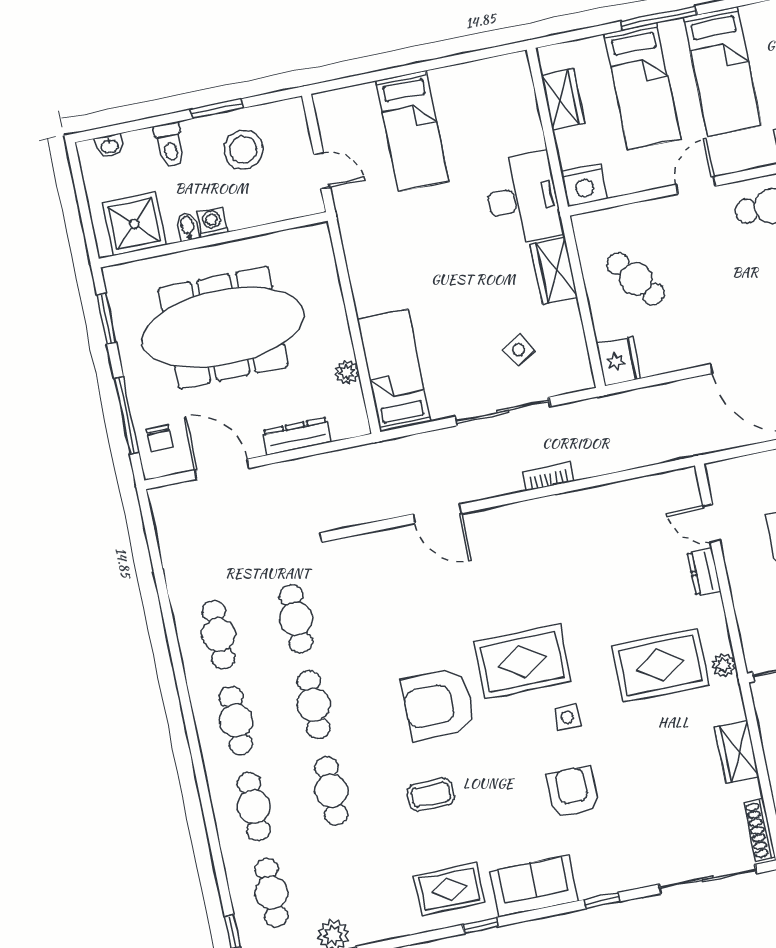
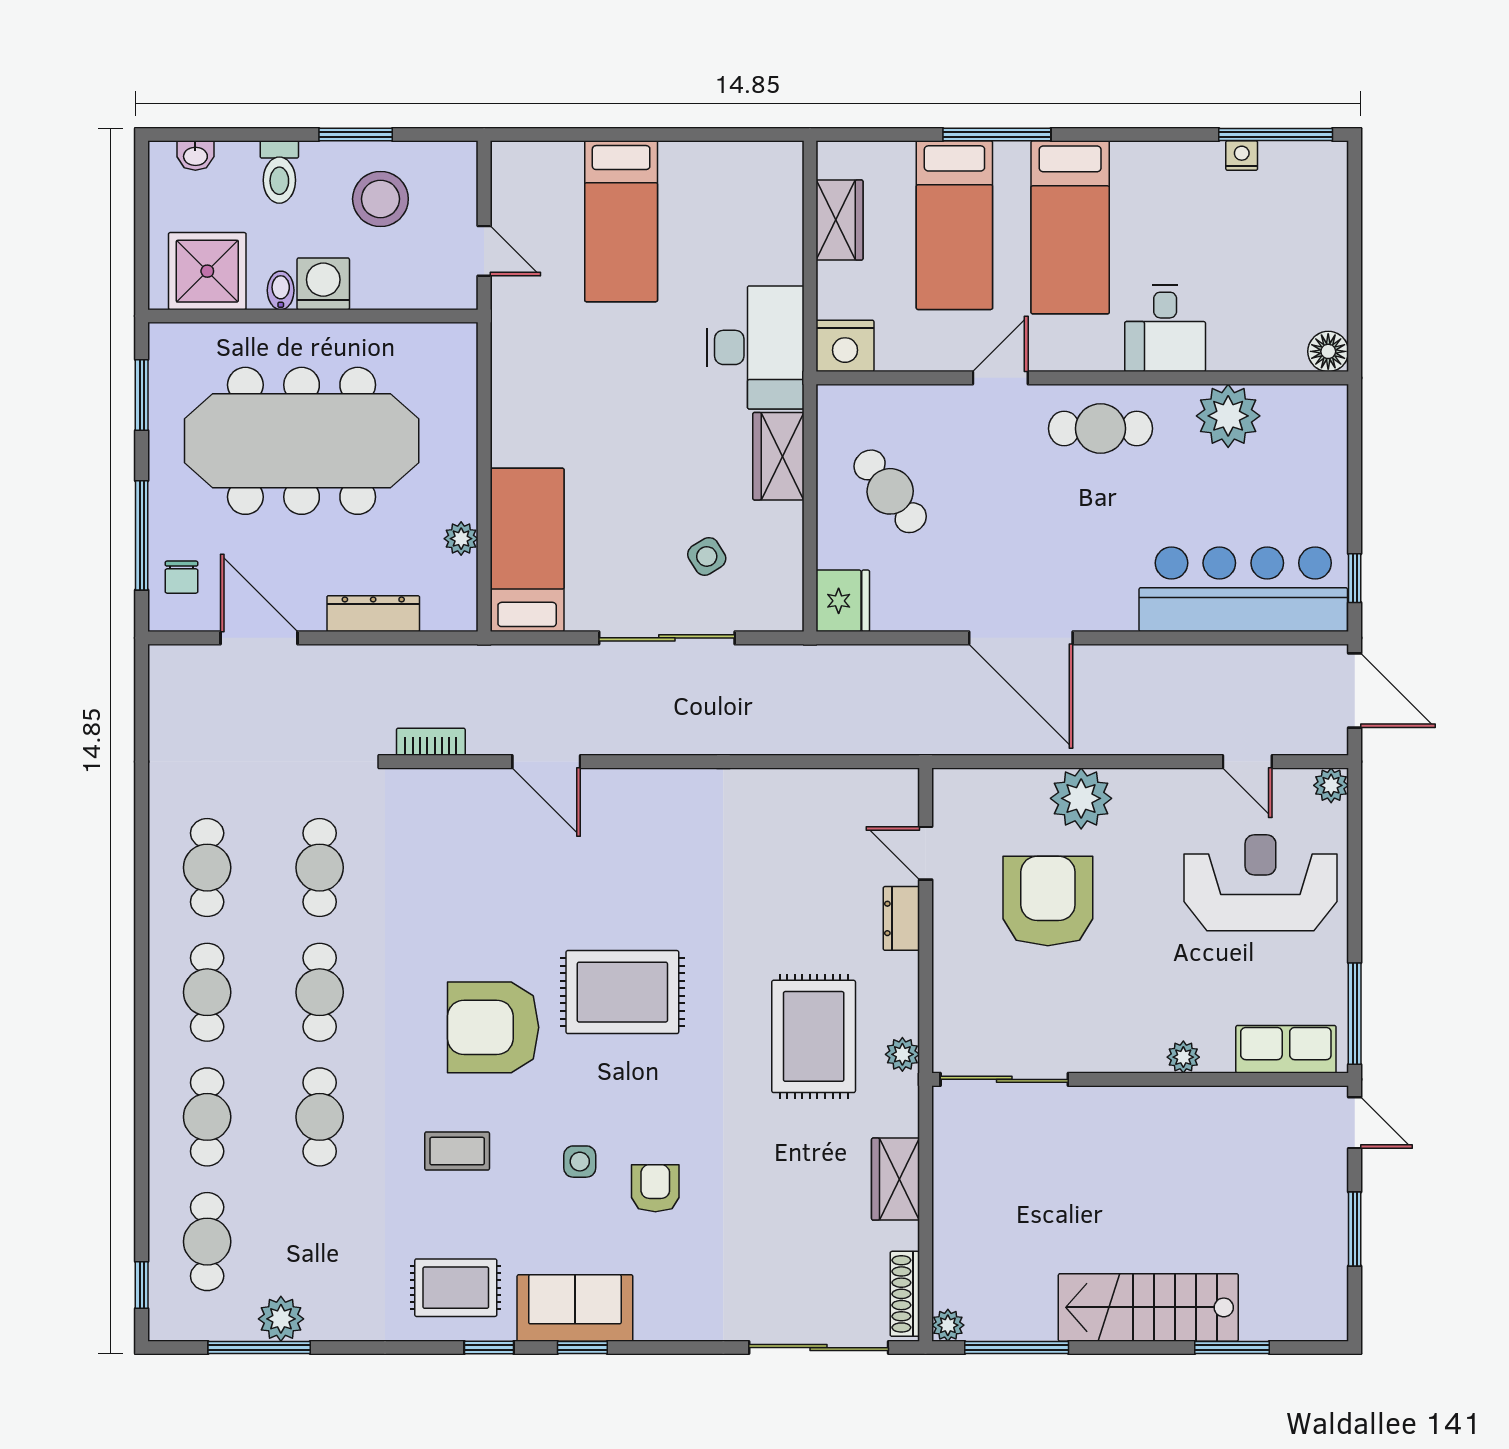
washing machine: (212, 222) -> (323, 284), width x1.38, depth x1.38
bookcase: (548, 477) -> (431, 742), moved
rug: (660, 665) -> (814, 1036), turned 90
side table: (567, 717) -> (580, 1162), moved
armchair: (573, 792) -> (655, 1188), width x0.72, depth x0.72
window: (602, 901) -> (582, 1348), moved

